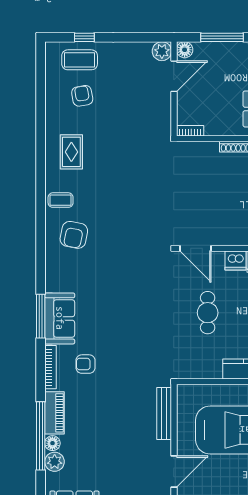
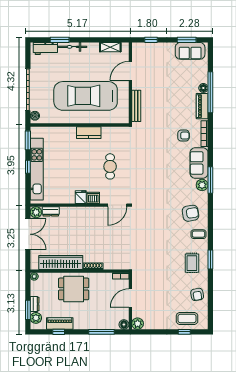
door: (174, 76) -> (130, 298), moved
armchair: (82, 96) -> (197, 294), moved
window: (41, 158) -> (210, 260), added
armchair: (74, 235) -> (191, 213), turned 69
door: (196, 248) -> (117, 205), swing flipped
window: (41, 316) -> (210, 180), moved
plant: (55, 462) -> (202, 185), moved

